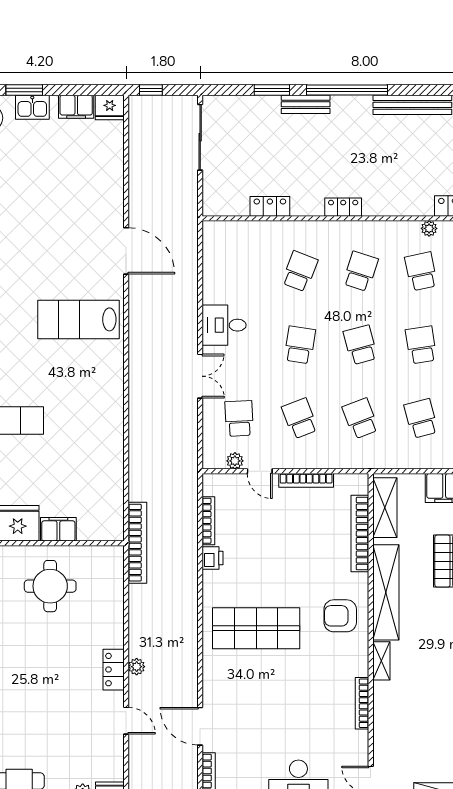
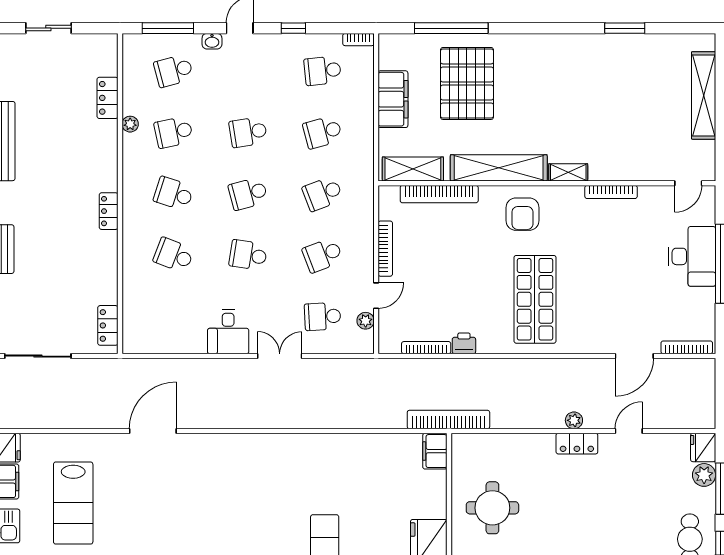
locker: (270, 206) -> (108, 325), moved
lab bench: (78, 319) -> (73, 503), moved
filing cabinet: (58, 529) -> (435, 451), moved

